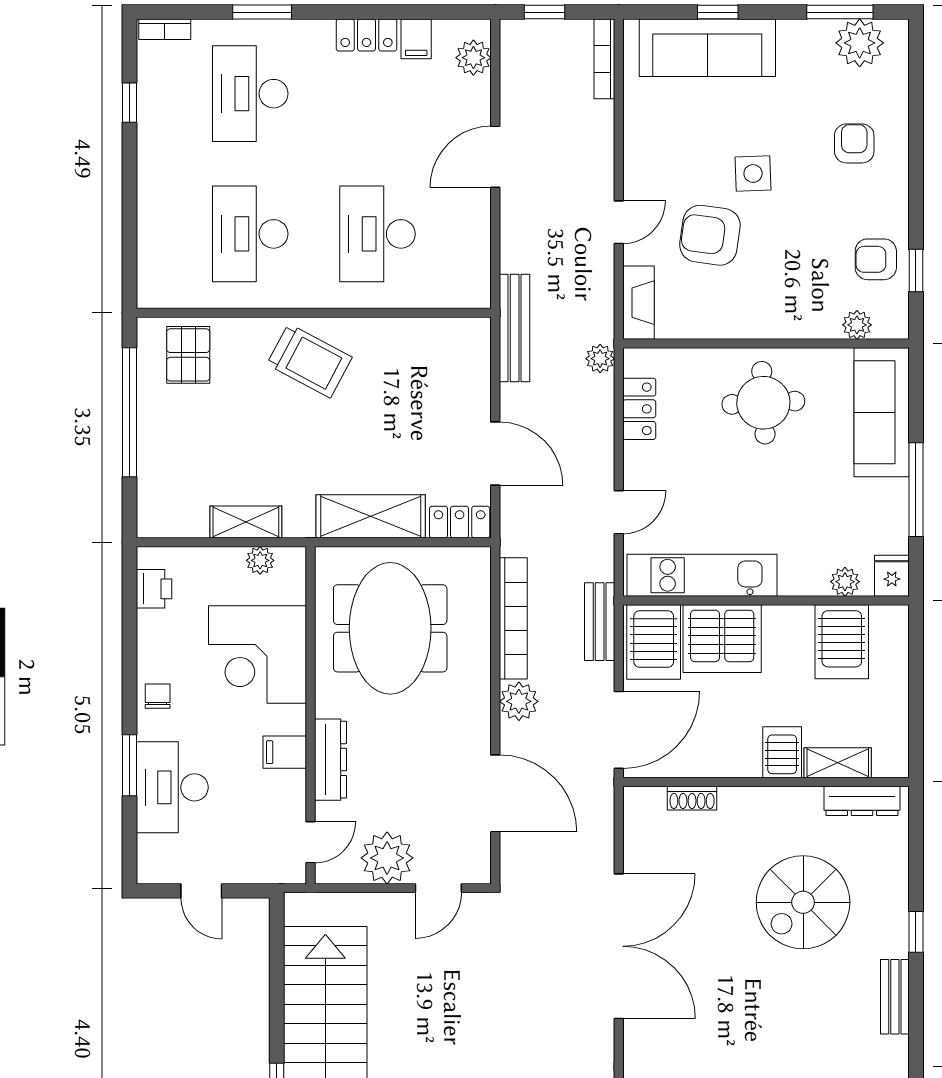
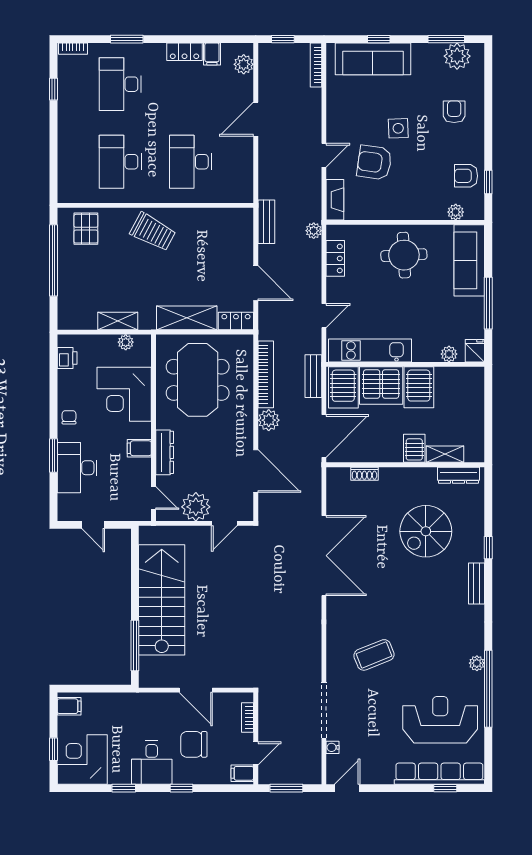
bench: (515, 328) -> (266, 222), width x0.73
server rack: (842, 642) -> (419, 387), moved
door: (310, 842) -> (153, 498), hinge flipped

